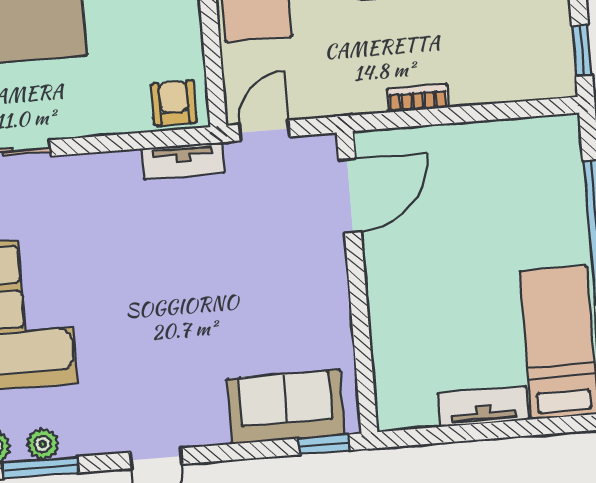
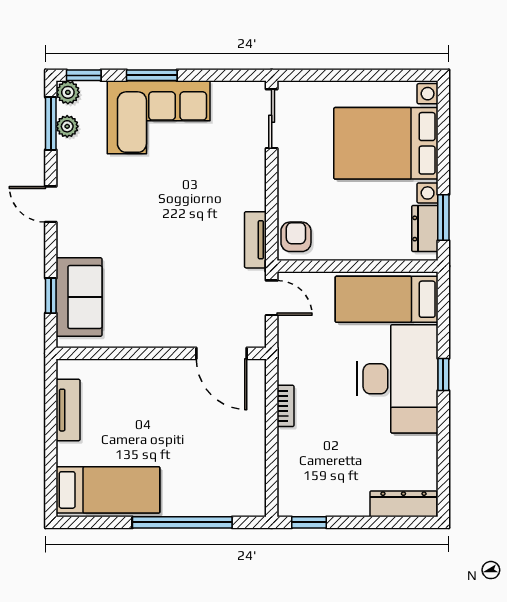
armchair: (174, 103) -> (296, 237), turned -90
tv unit: (483, 406) -> (68, 410), moved
window: (324, 444) -> (51, 296), moved

